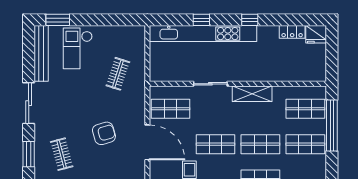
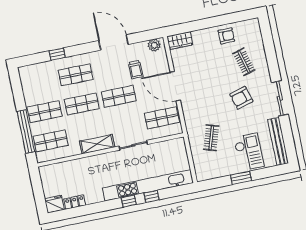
window: (58, 20) -> (241, 178), moved
window: (250, 20) -> (129, 201), moved
armchair: (104, 133) -> (241, 98), moved
window: (29, 154) -> (271, 56), removed

